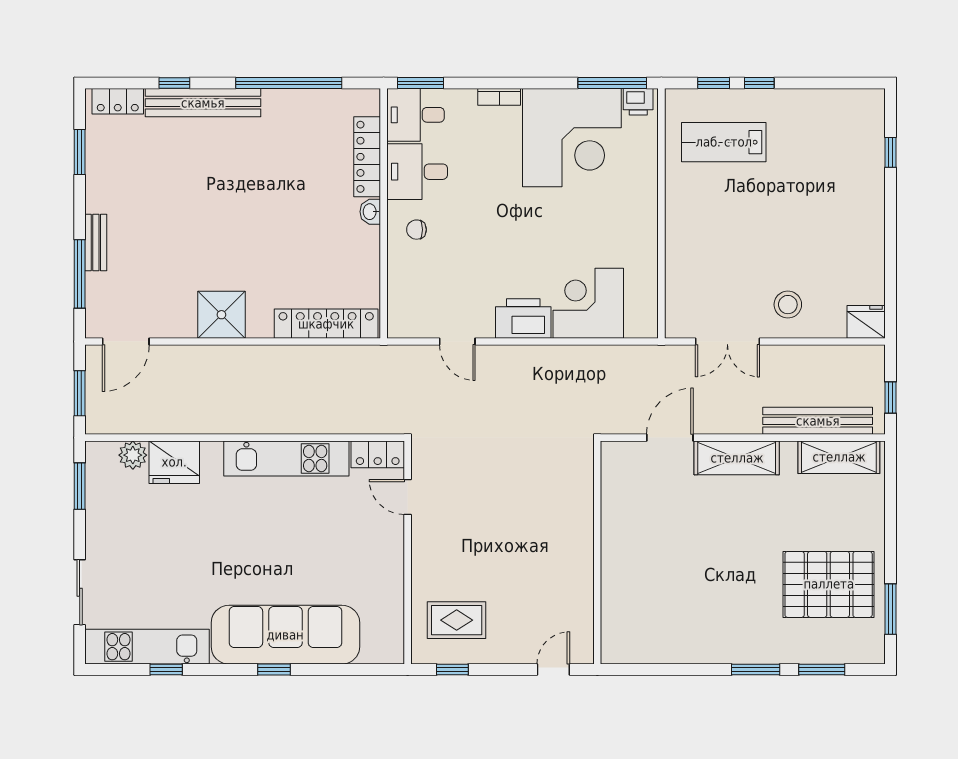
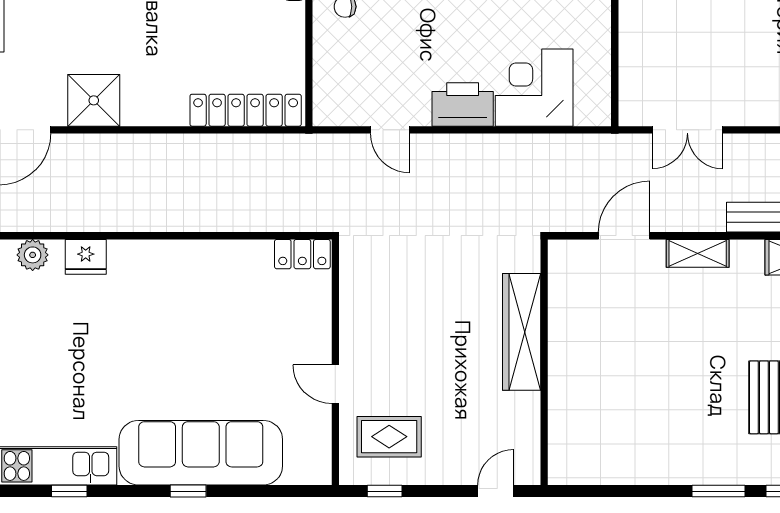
stool: (788, 305) -> (754, 89), removed
shower: (221, 315) -> (94, 100), moved
kitchen unit: (286, 458) -> (202, 259), removed
shelving: (737, 458) -> (698, 253), width x0.67, depth x0.75
fridge: (174, 462) -> (86, 257), width x0.73, depth x0.75
door: (408, 497) -> (335, 384), moved
wardrobe: (577, 525) -> (522, 332), added

